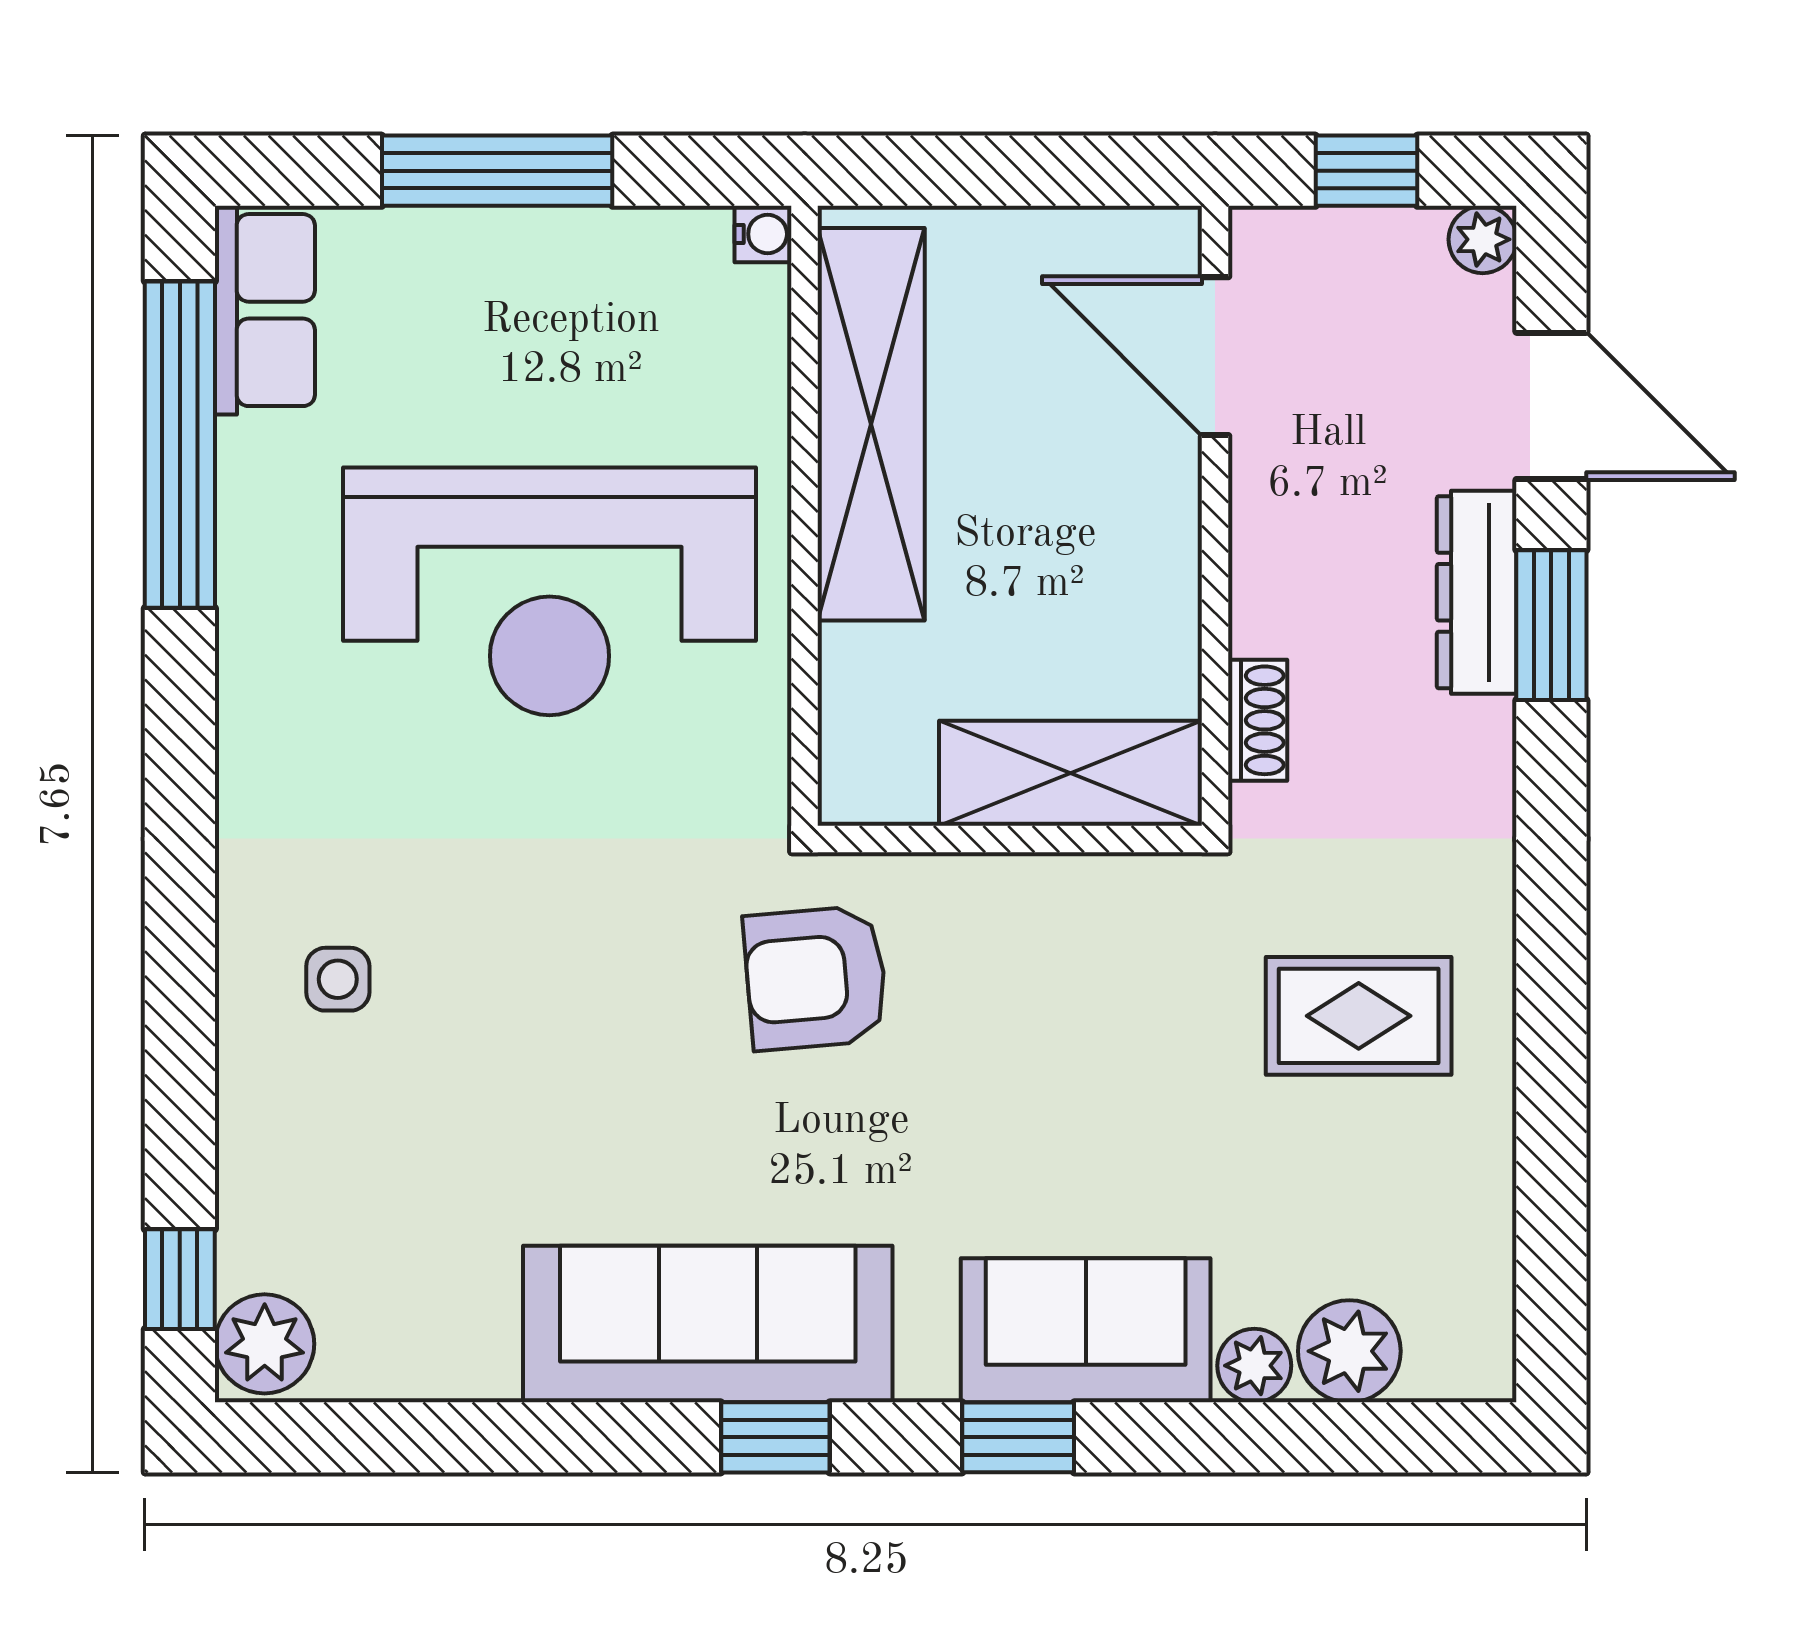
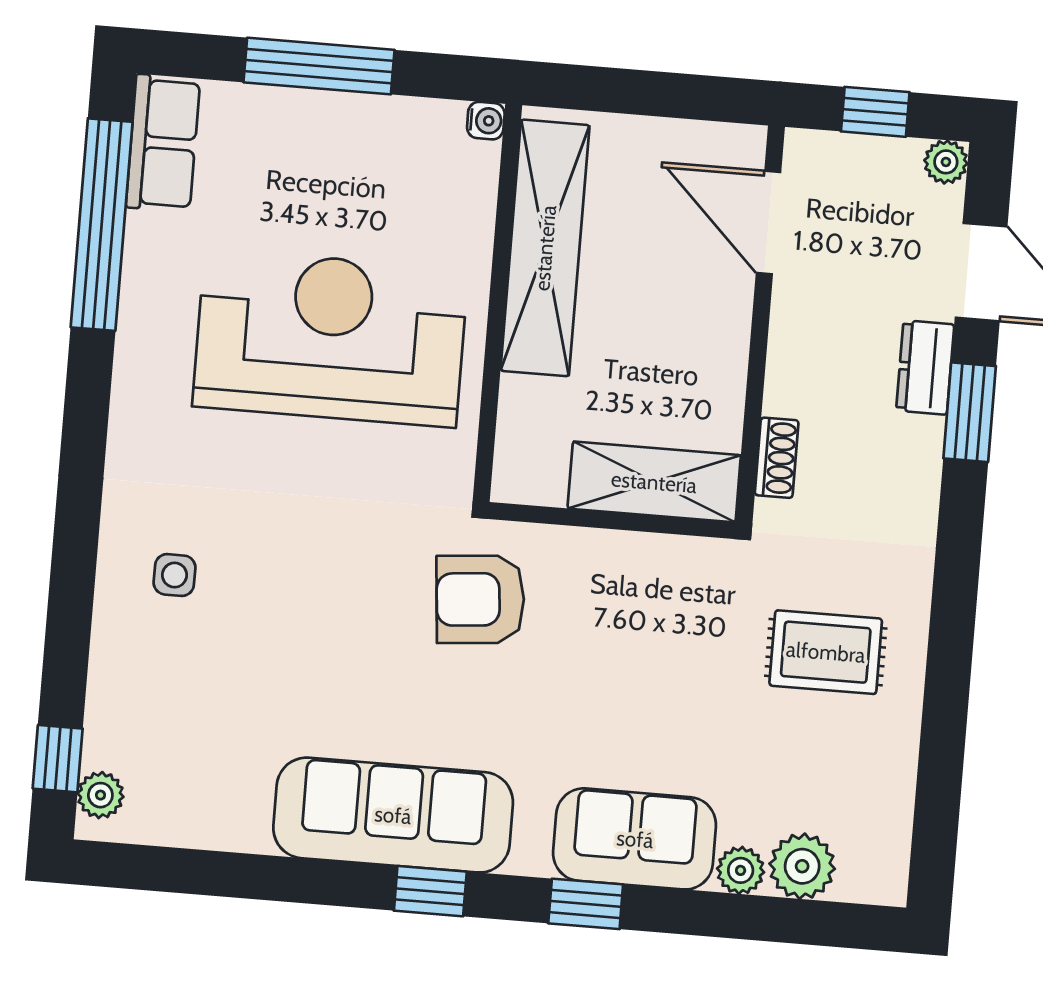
reception desk: (549, 591) -> (330, 338), turned 180
dresser: (1477, 592) -> (925, 368), width x0.70
plant: (265, 1344) -> (100, 795), width x0.73, depth x0.73

